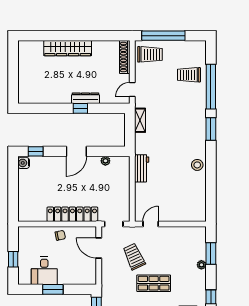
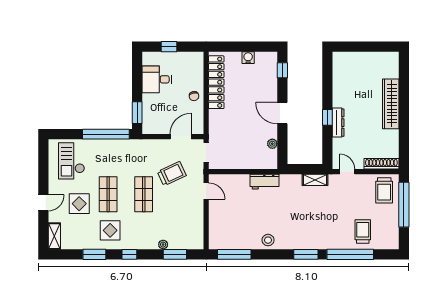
water cooler: (24, 163) -> (248, 58), moved
window: (211, 197) -> (234, 254), added
locker: (72, 214) -> (216, 82), moved
window: (53, 289) -> (137, 113), moved

